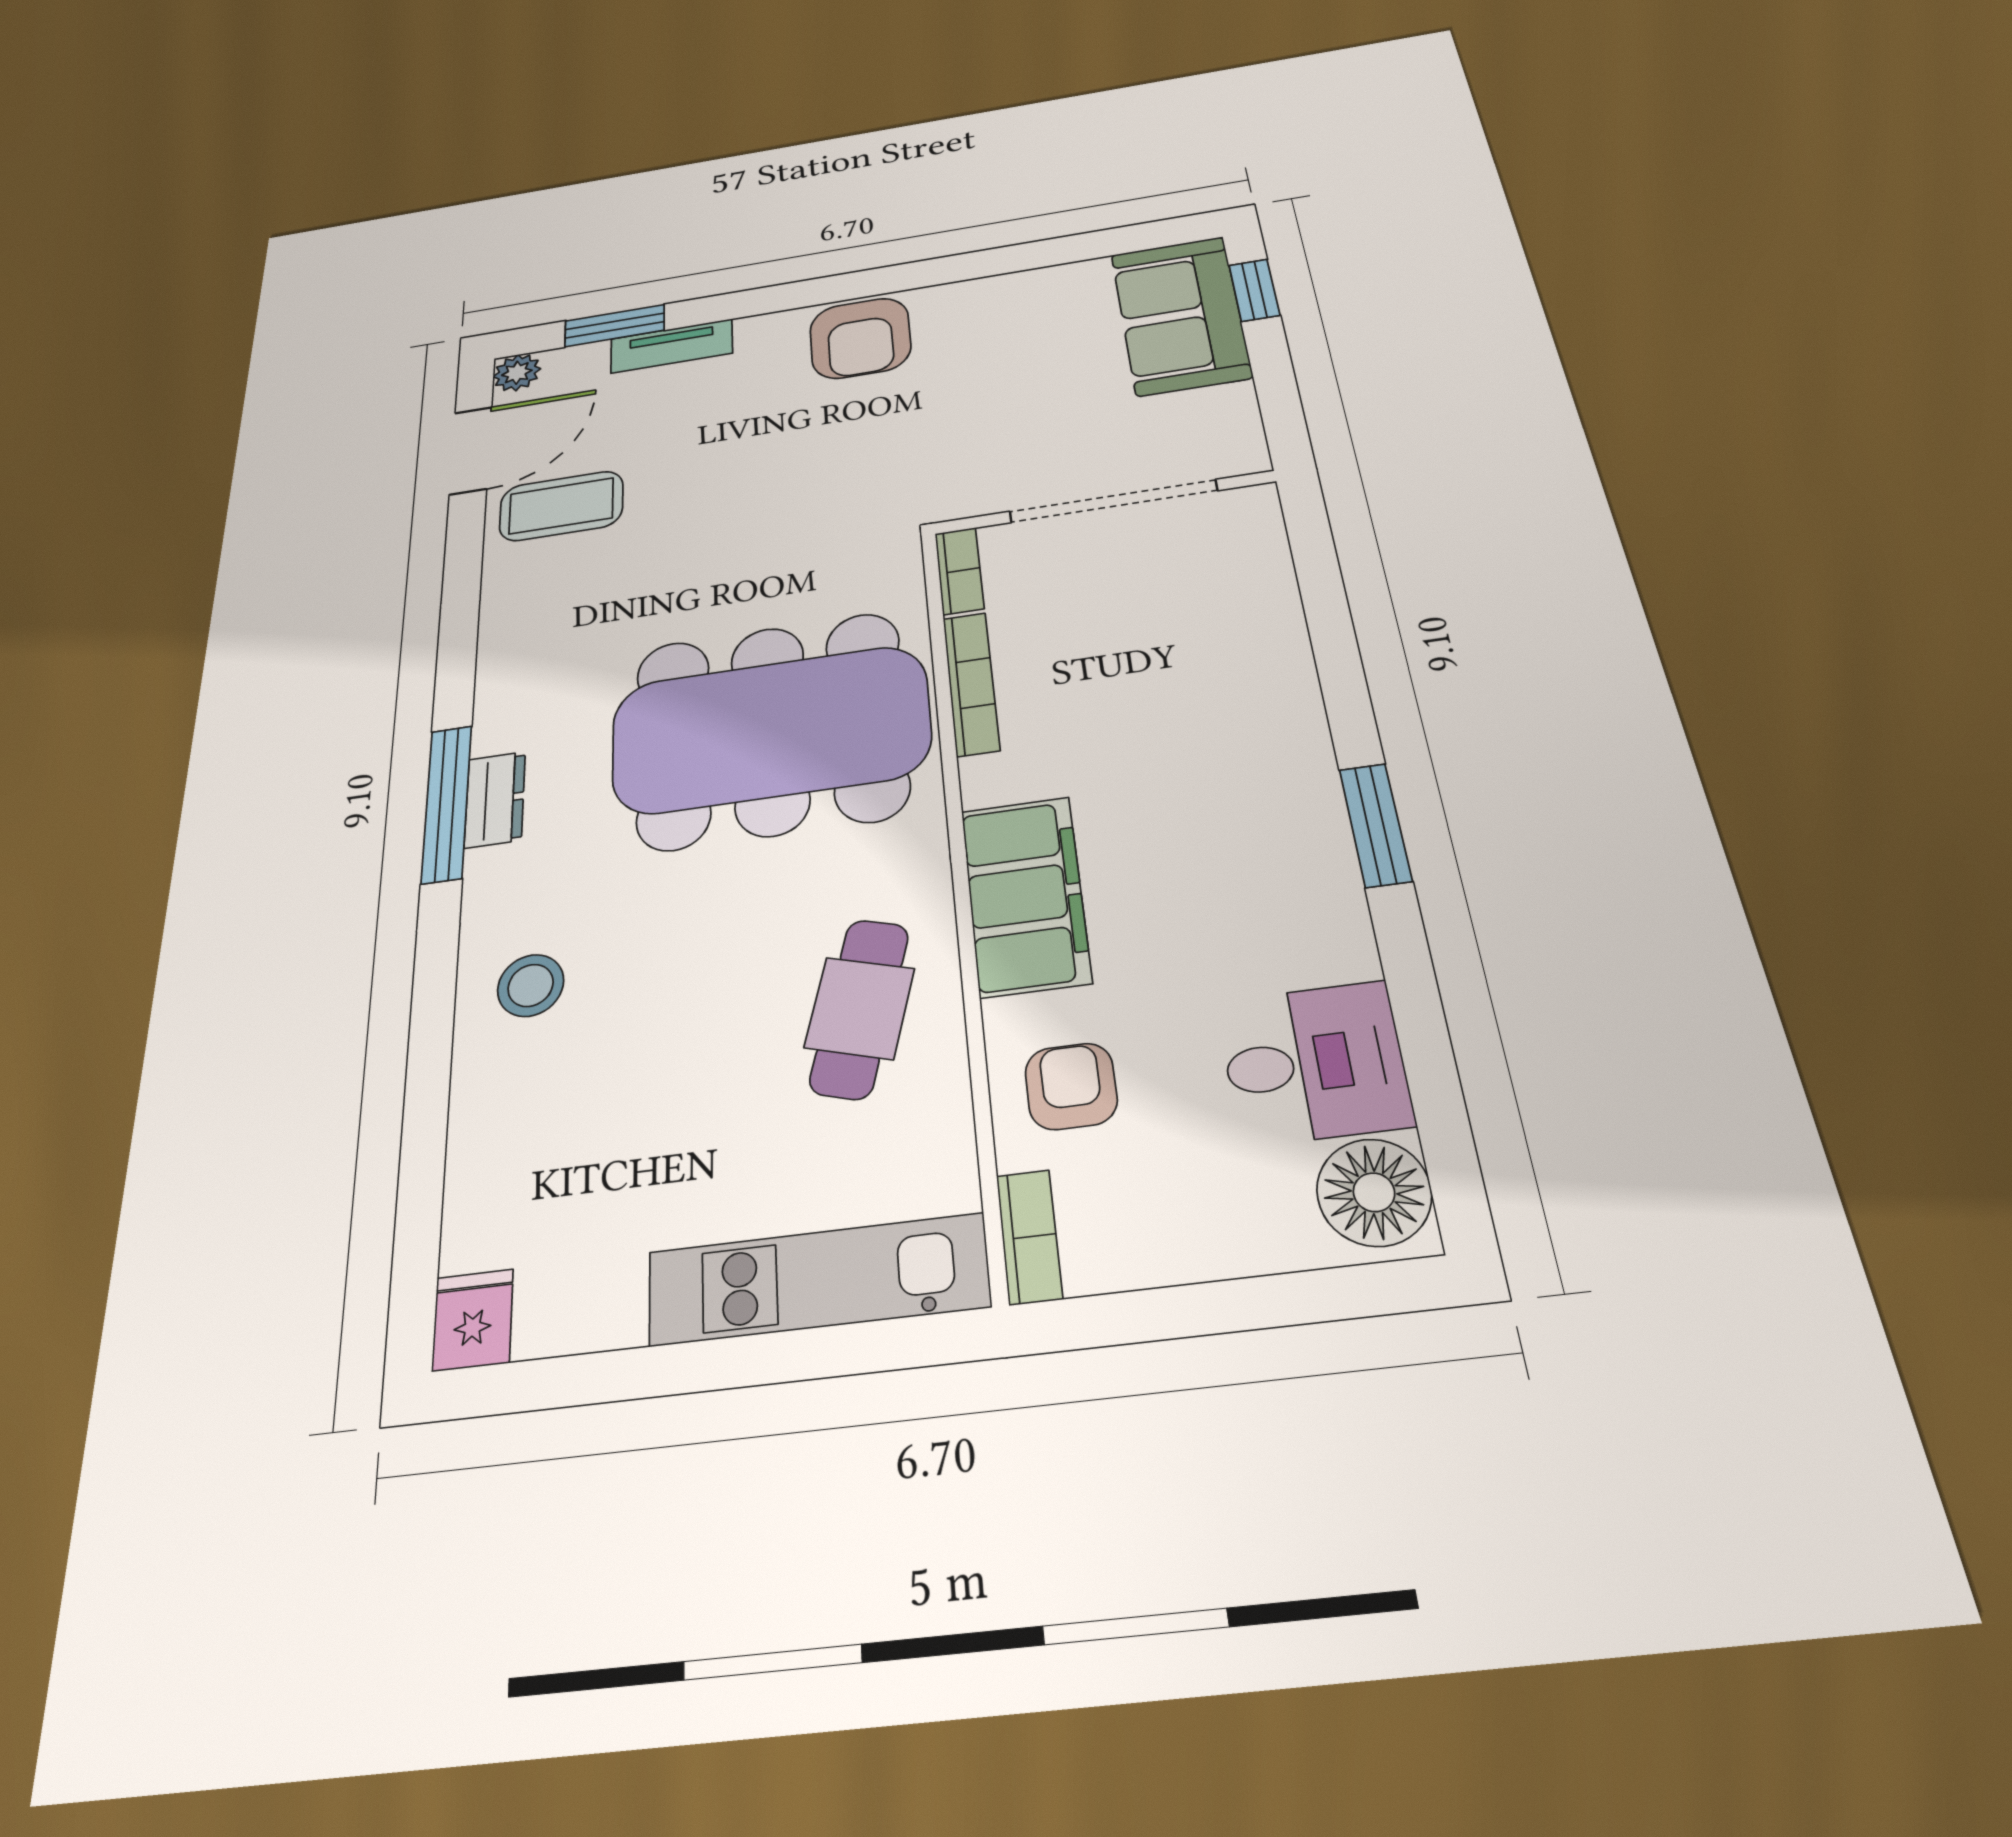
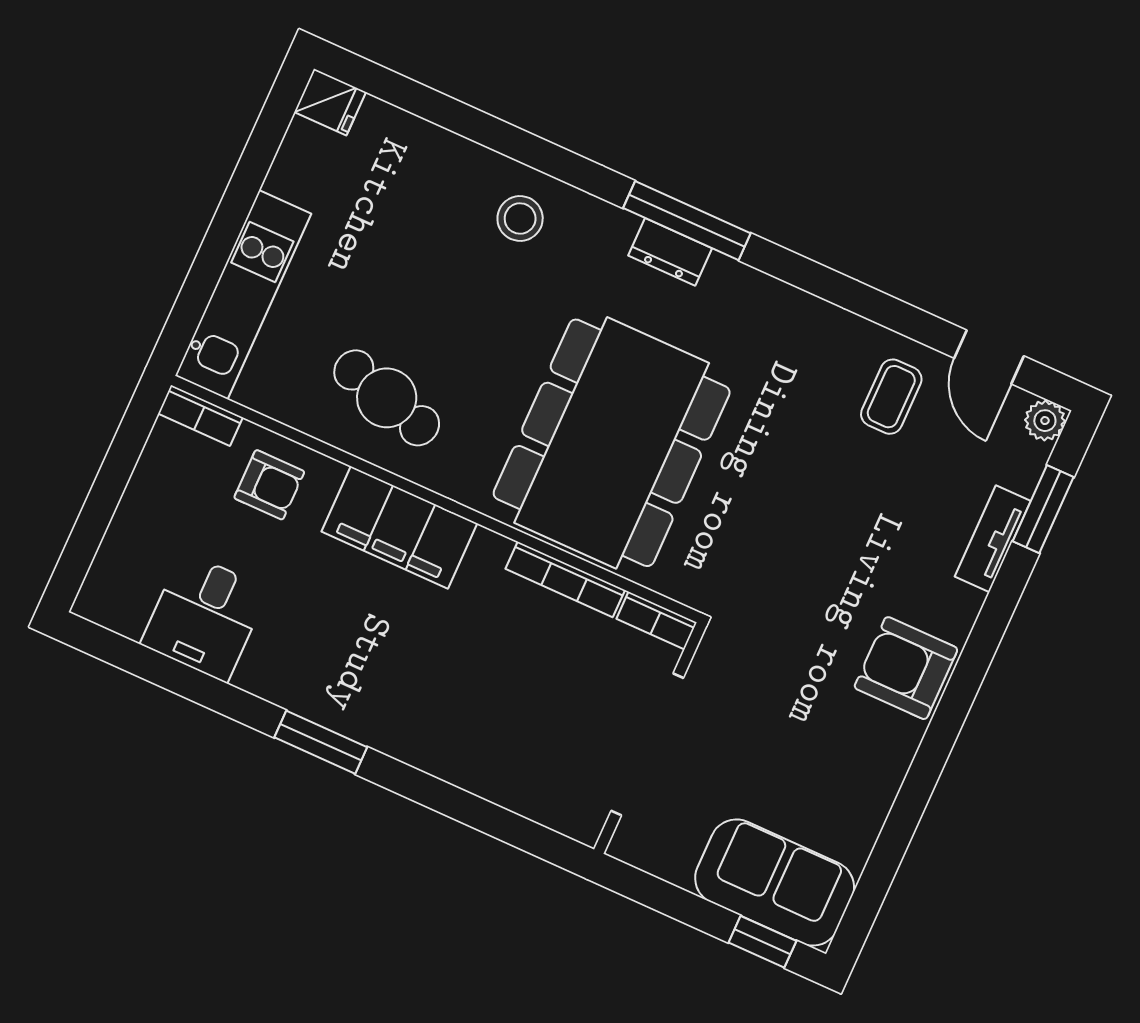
door: (471, 451) -> (989, 357), width x0.73
coffee table: (561, 506) -> (891, 397), width x0.73, depth x0.77
floor lamp: (1374, 1192) -> (120, 600), removed

